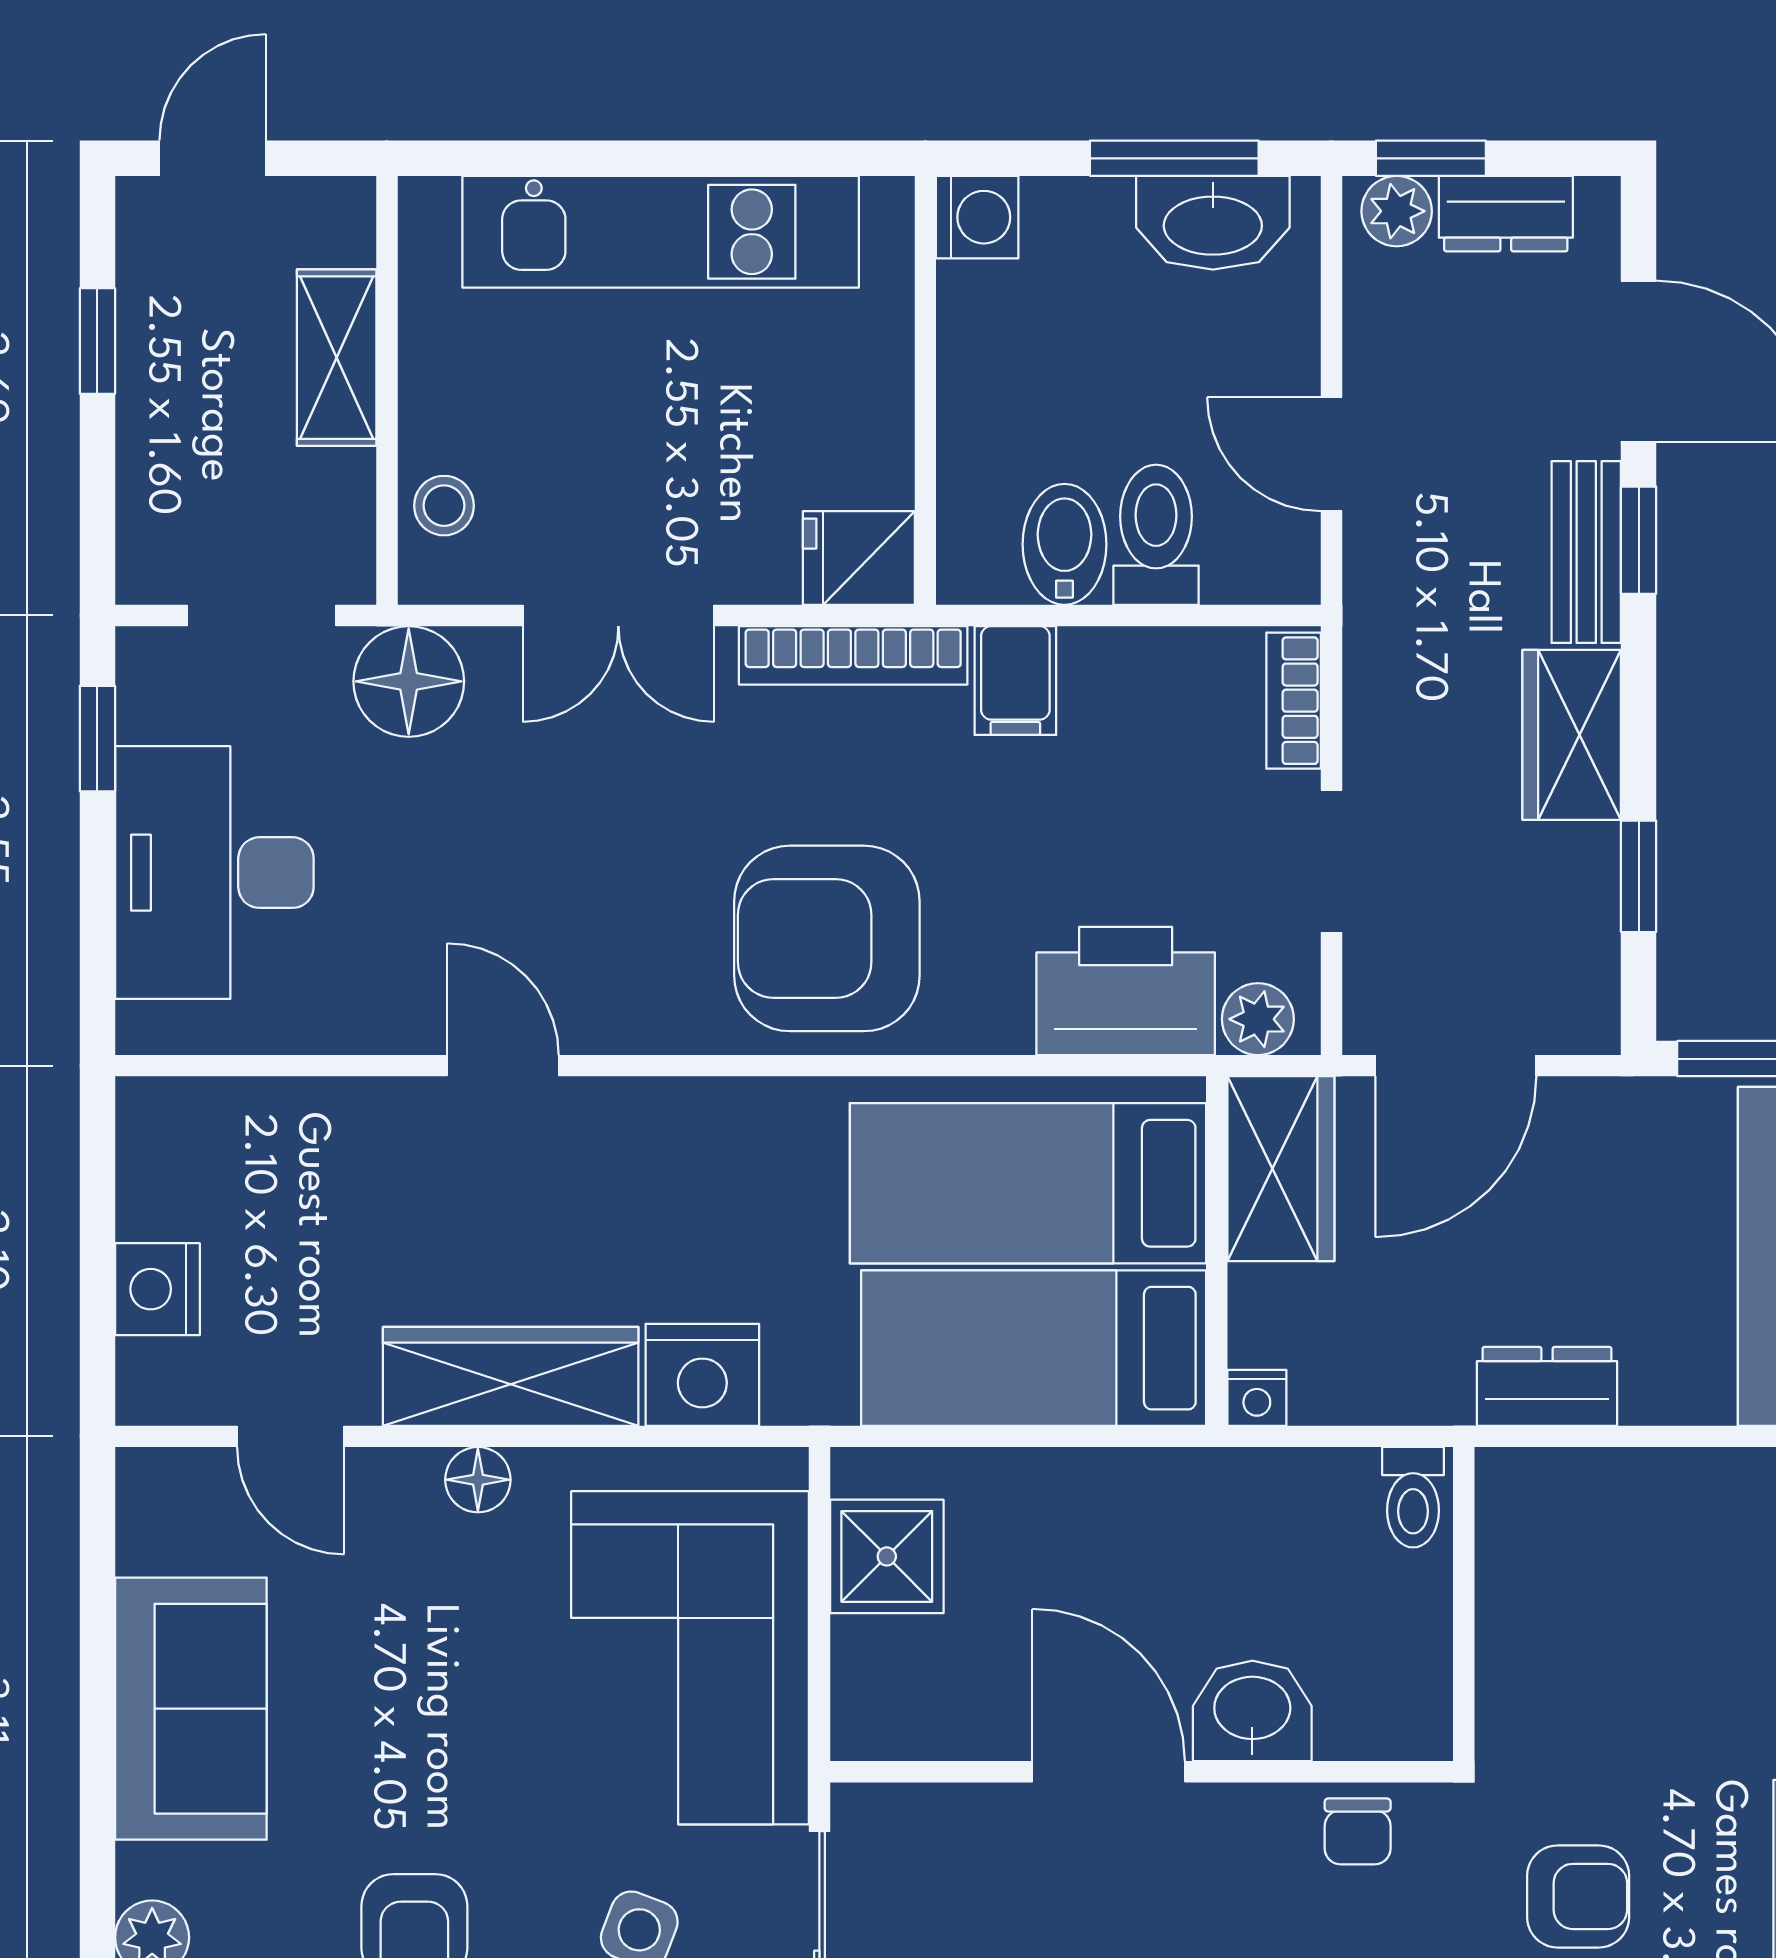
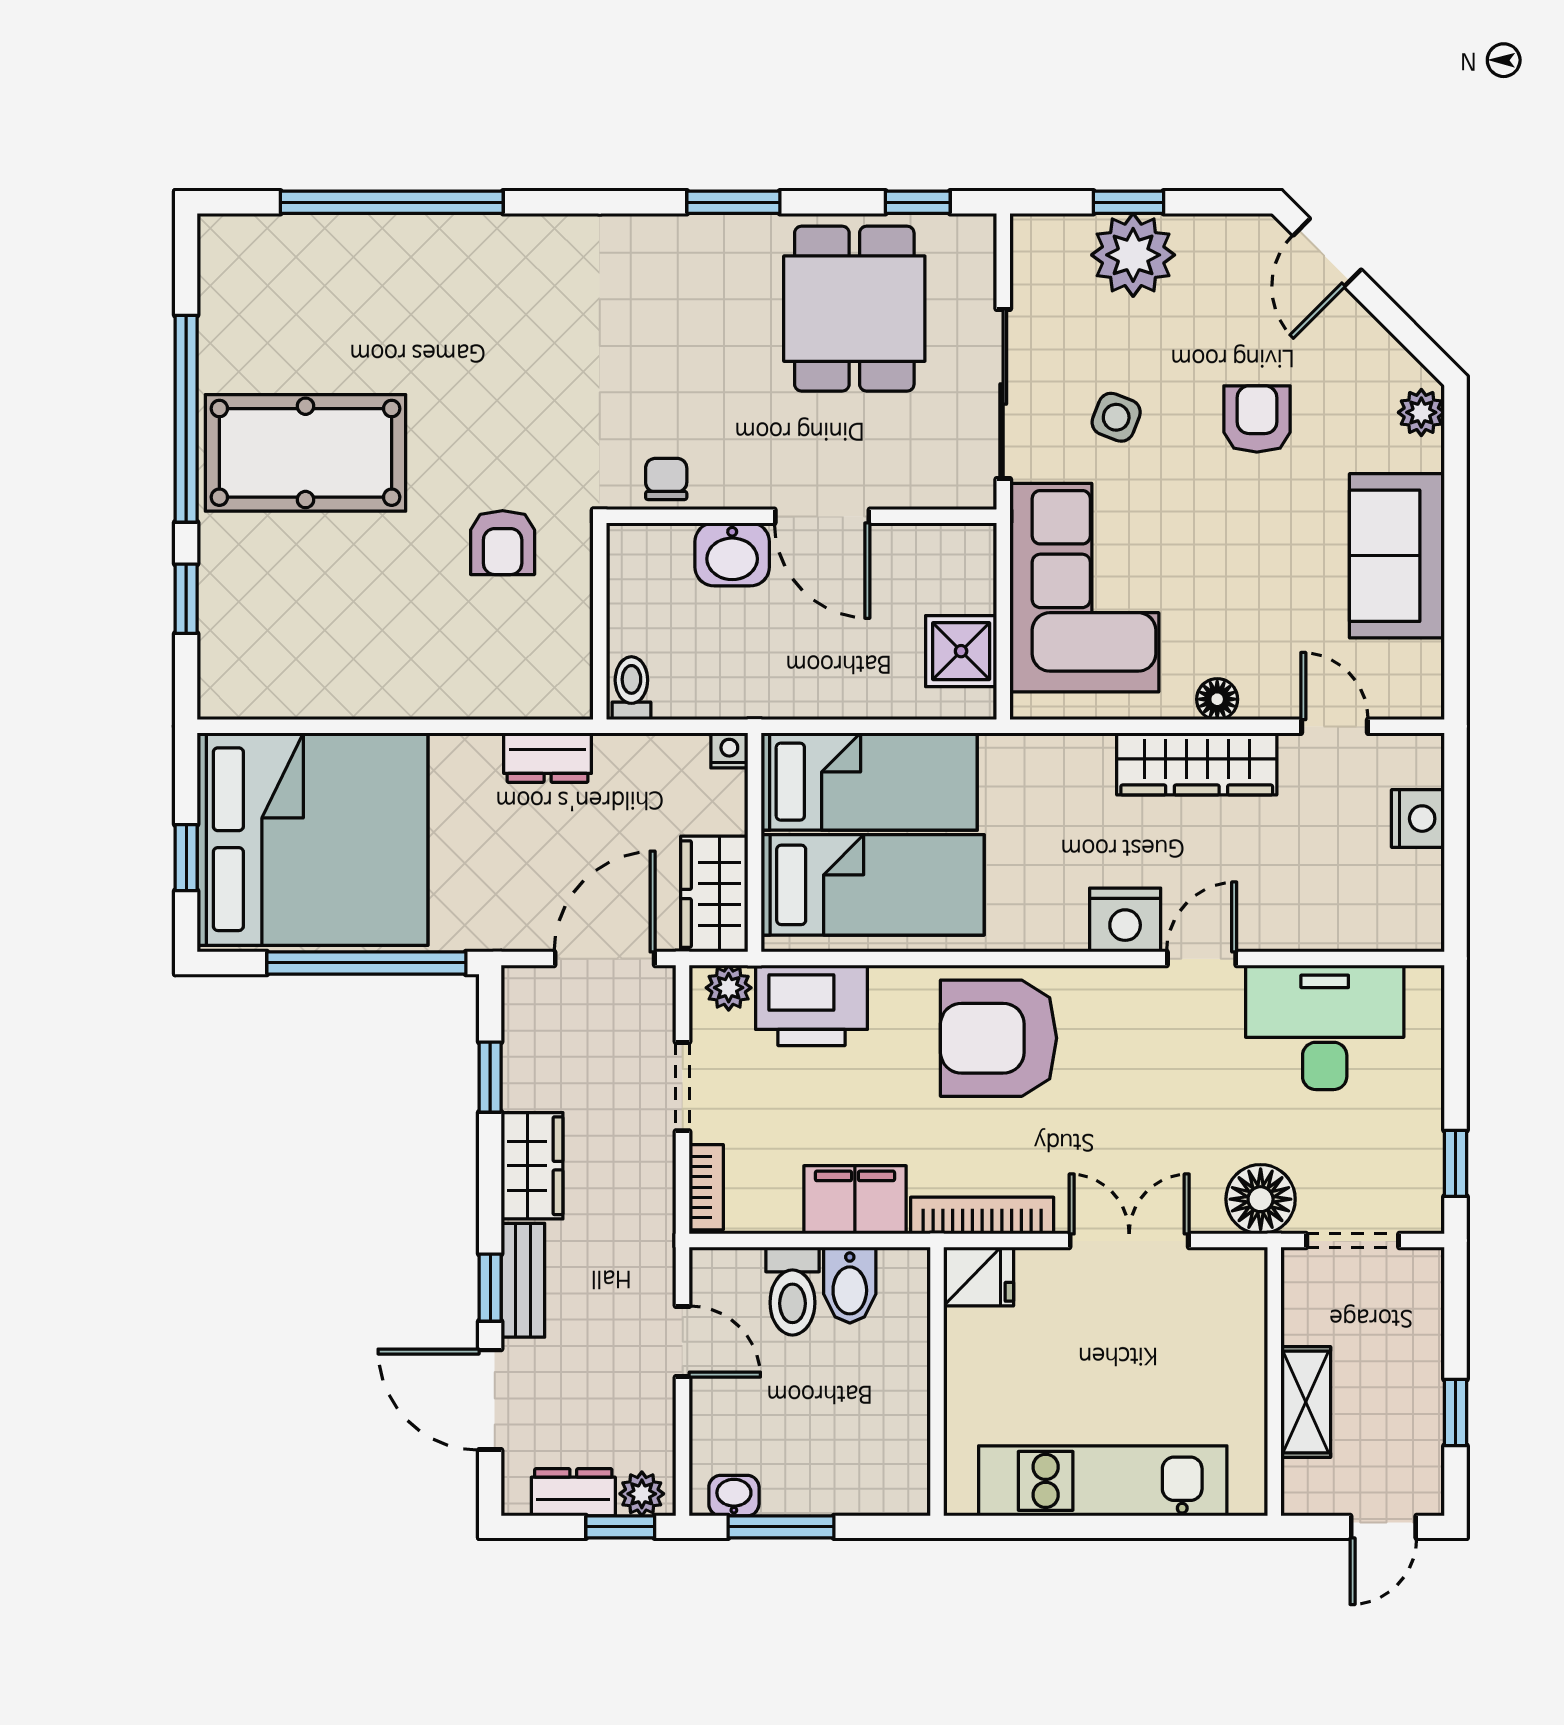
washing machine: (977, 217) -> (904, 1490), removed
washbasin: (1213, 223) -> (734, 1496), width x0.52, depth x0.69
stool: (444, 506) -> (1238, 1309), removed
filing cabinet: (1015, 681) -> (855, 1200), width x2.00
desk: (214, 873) -> (1325, 1027), moved, turned -90
armchair: (827, 938) -> (999, 1038), turned 180
door: (503, 1066) -> (1202, 959), swing flipped
nightstand: (702, 1375) -> (1125, 920), moved, turned 180
armchair: (1578, 1896) -> (503, 543), moved, turned -90

